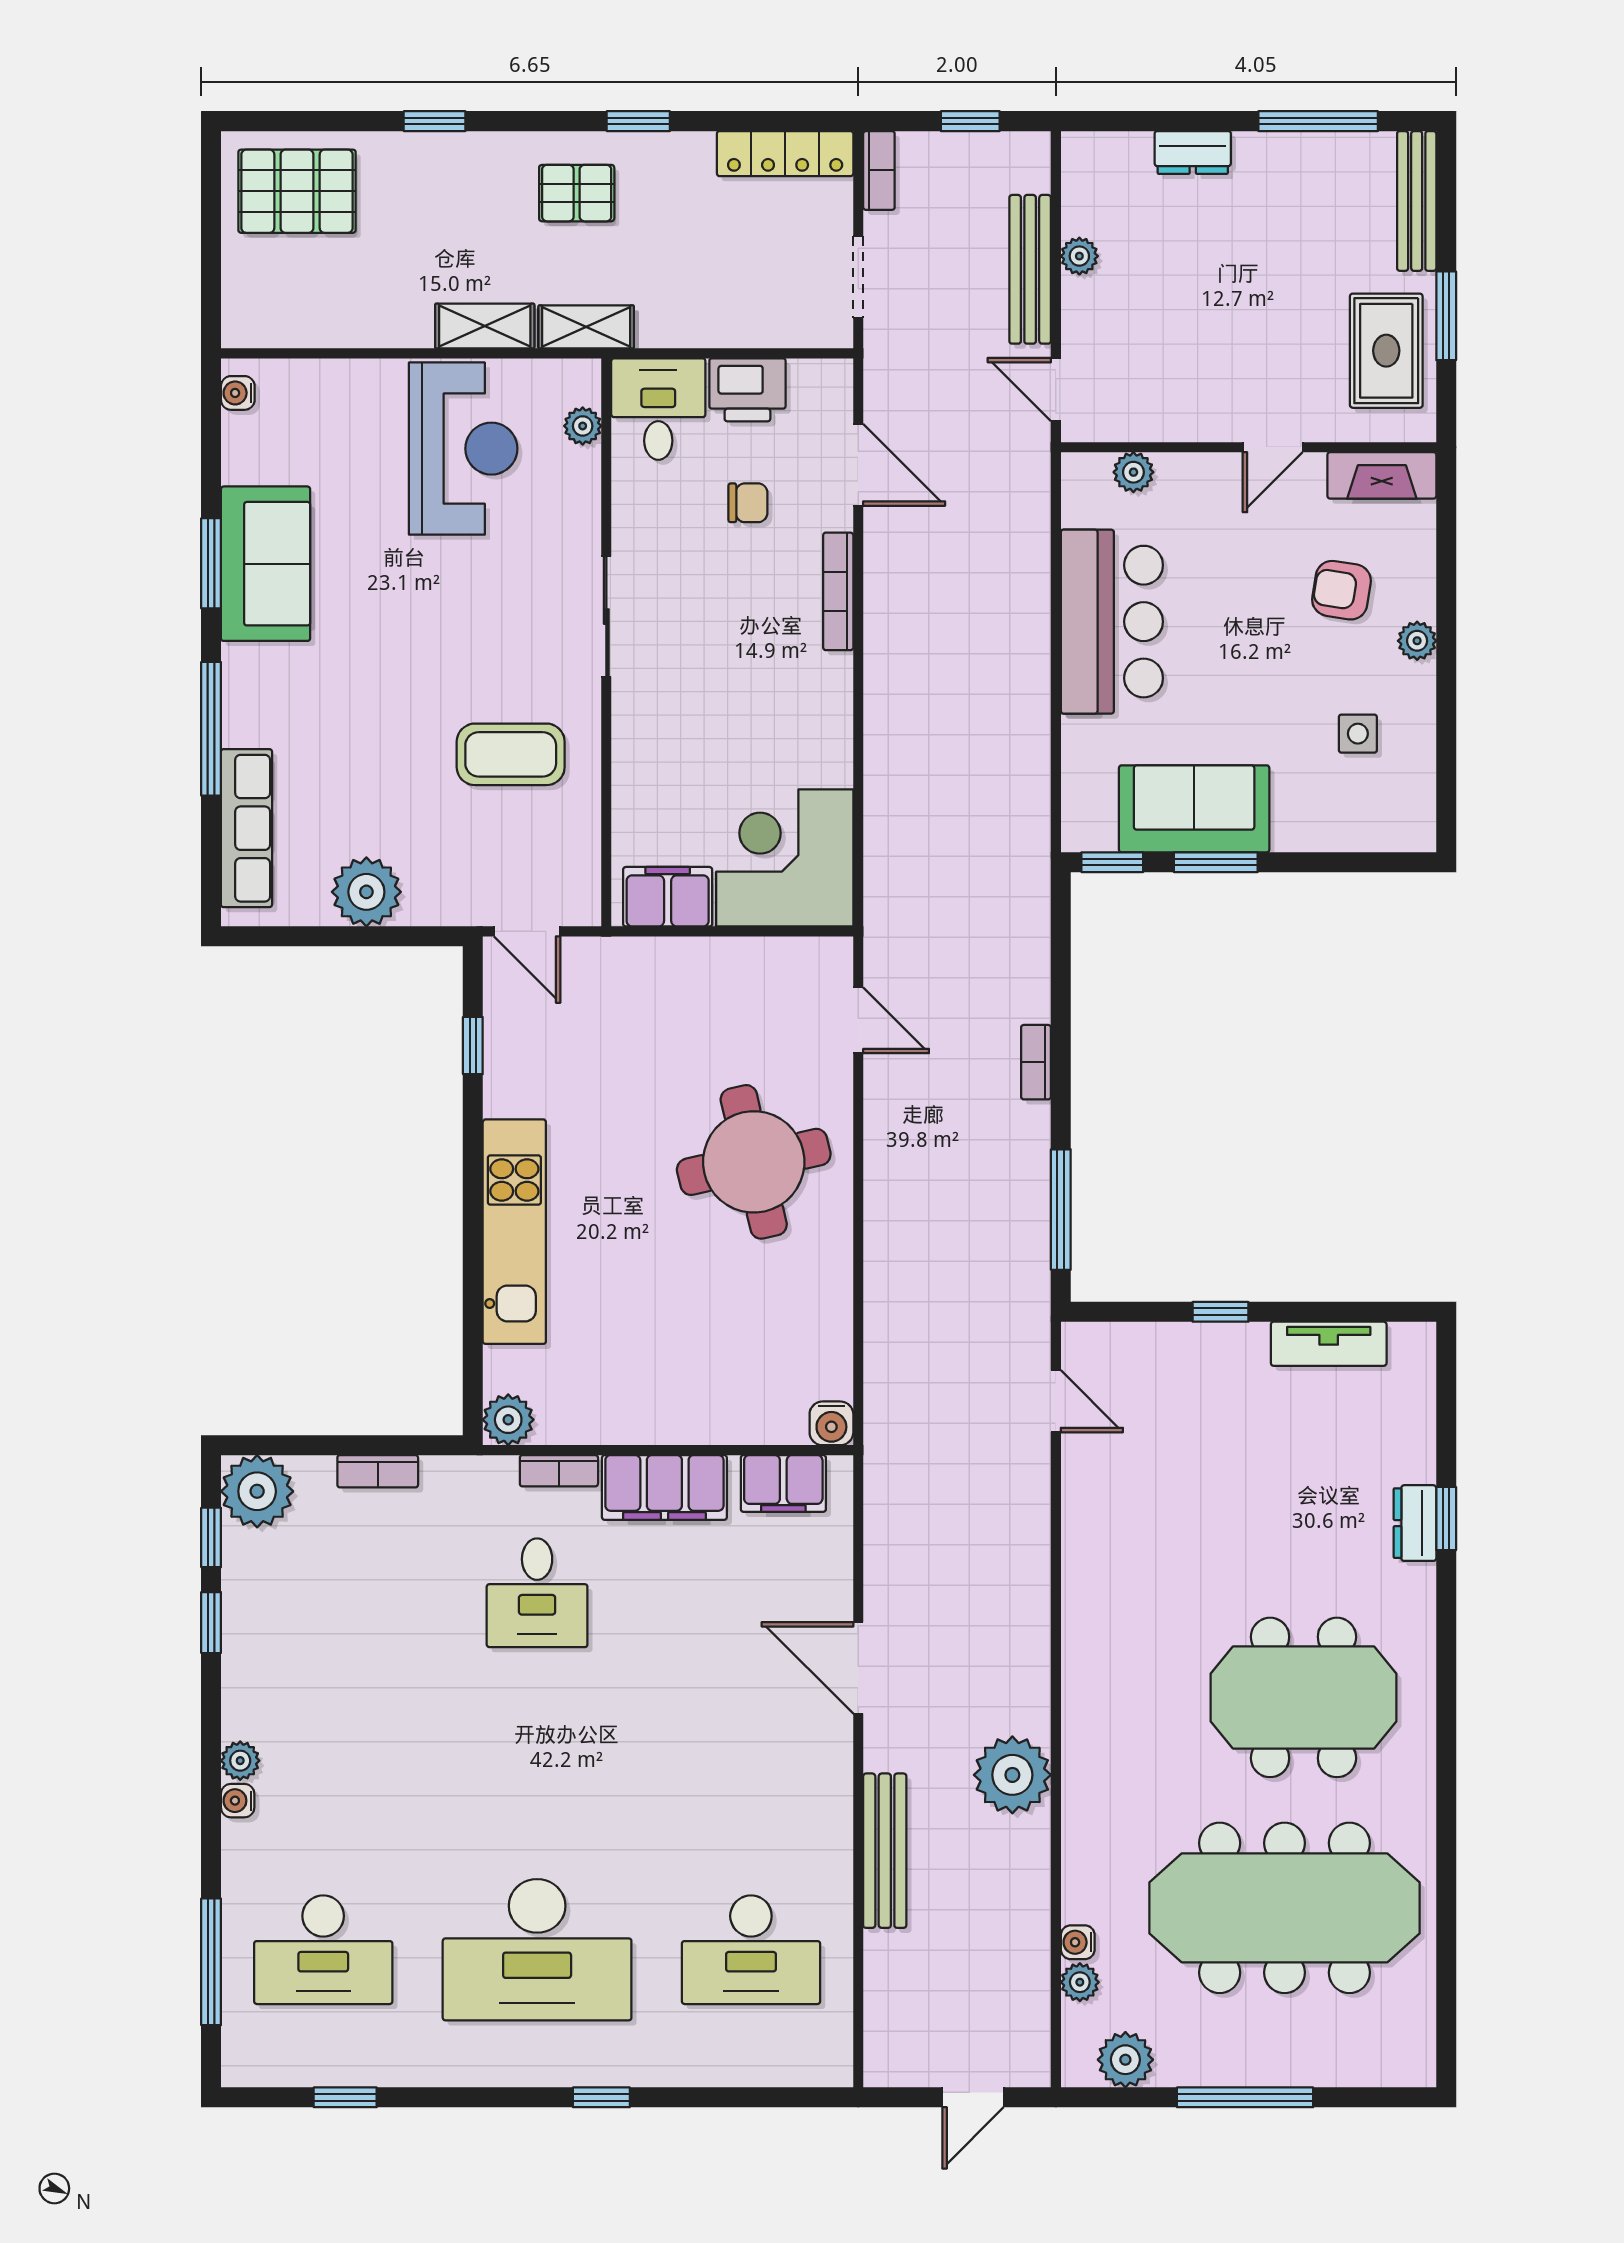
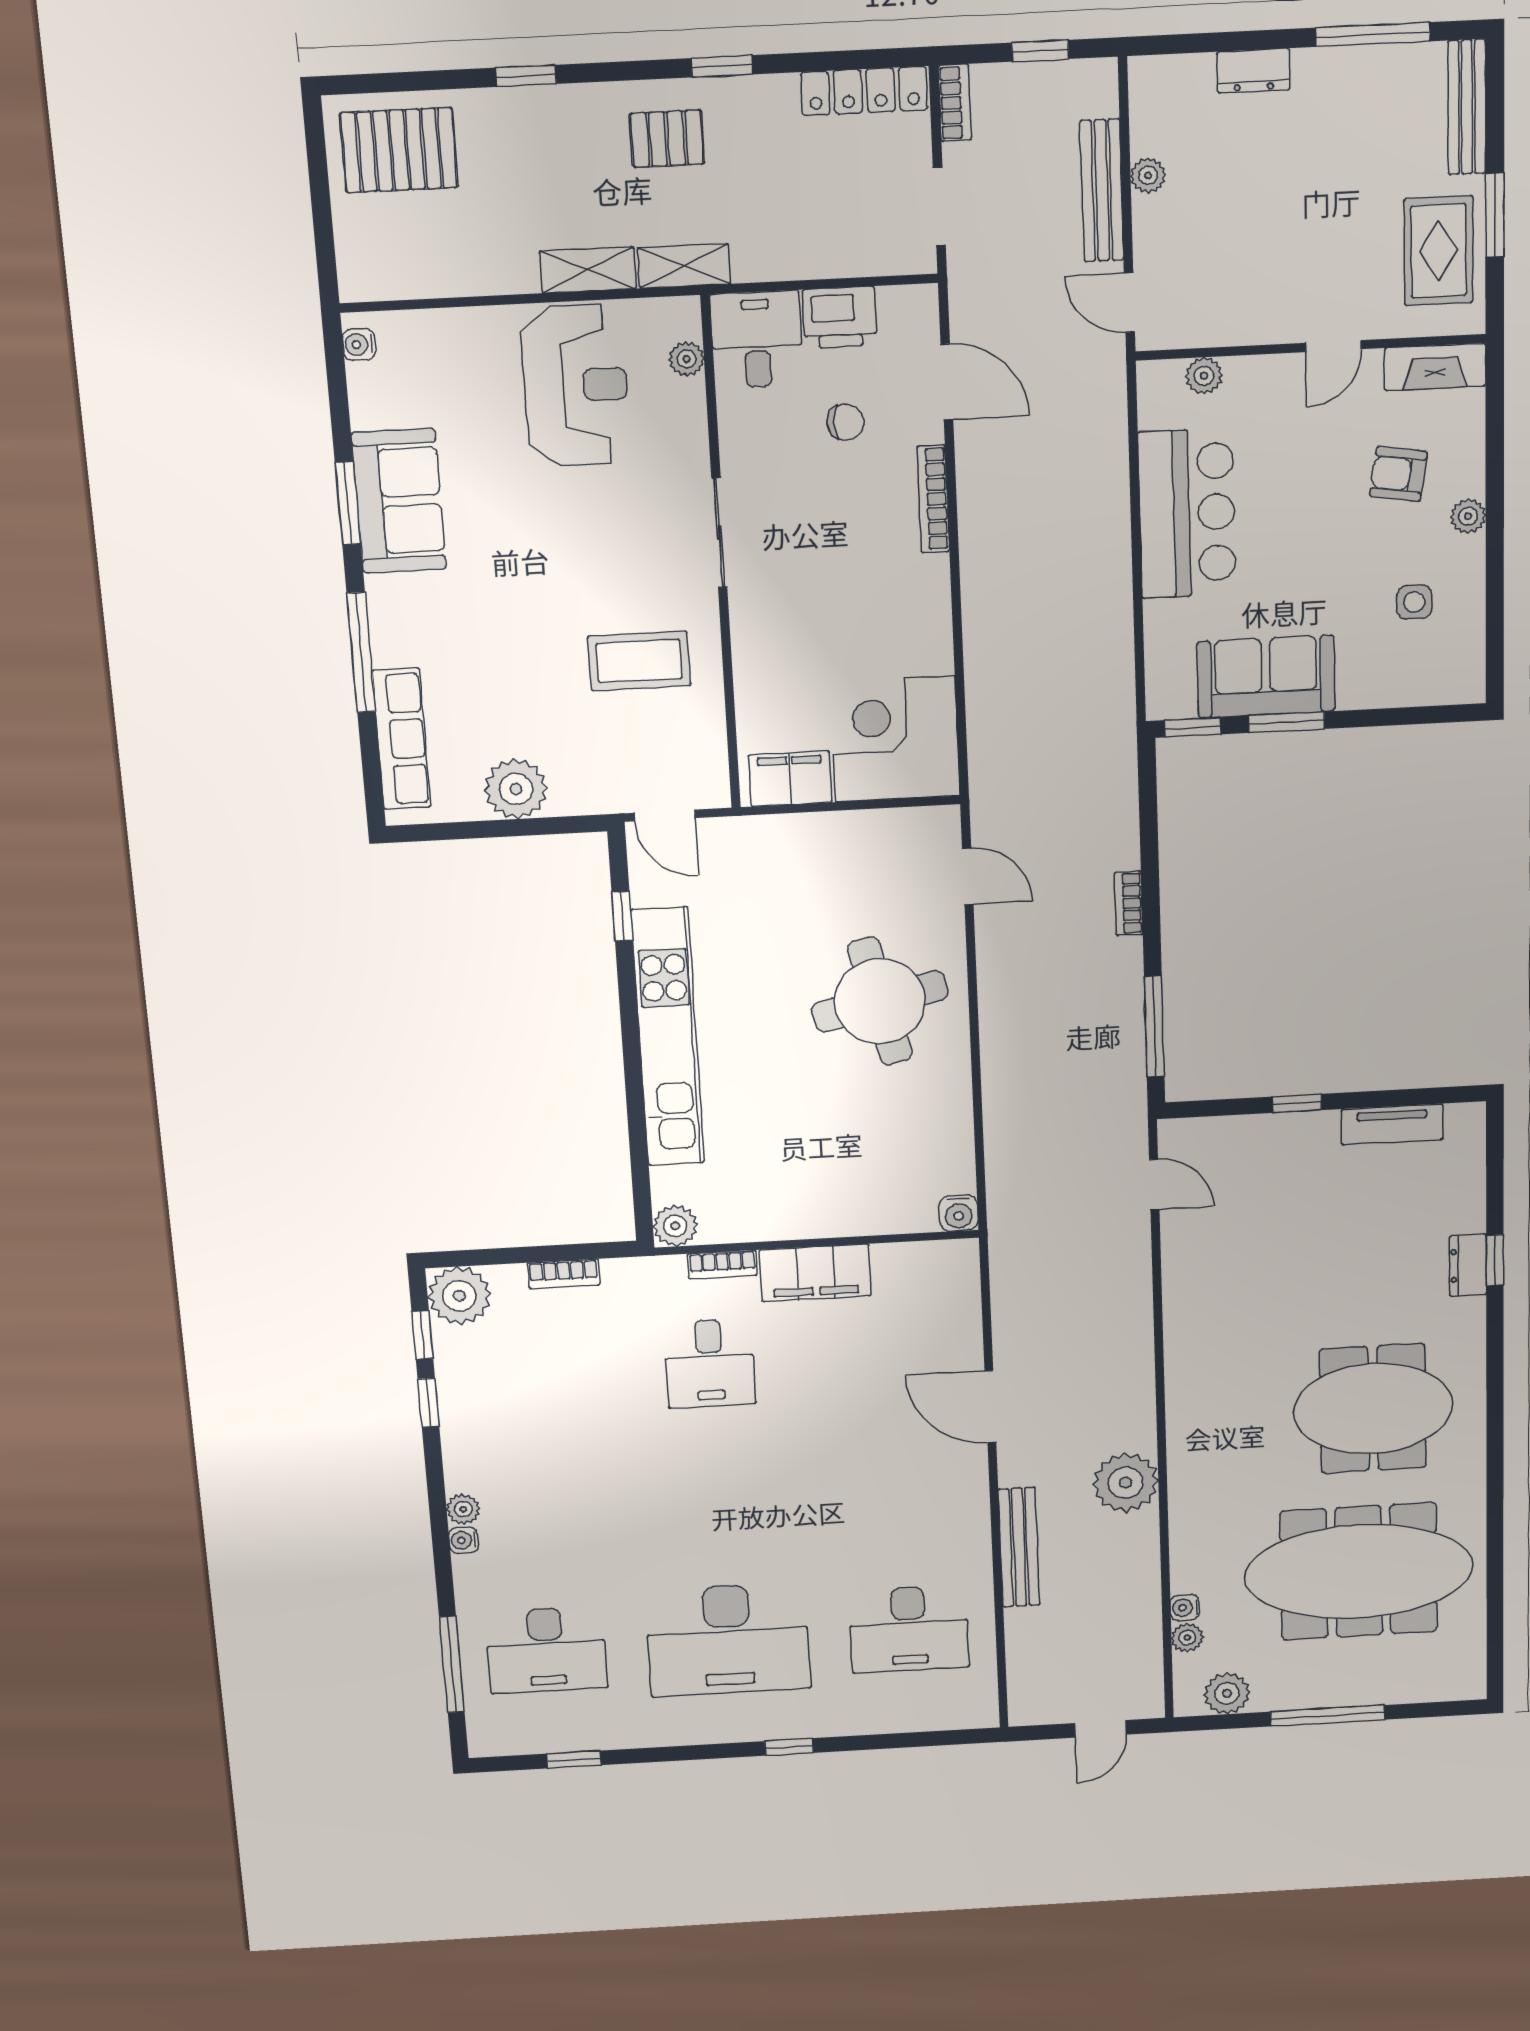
kitchen unit: (514, 1232) -> (668, 1037), width x1.36
filing cabinet: (783, 1483) -> (919, 1264), removed

